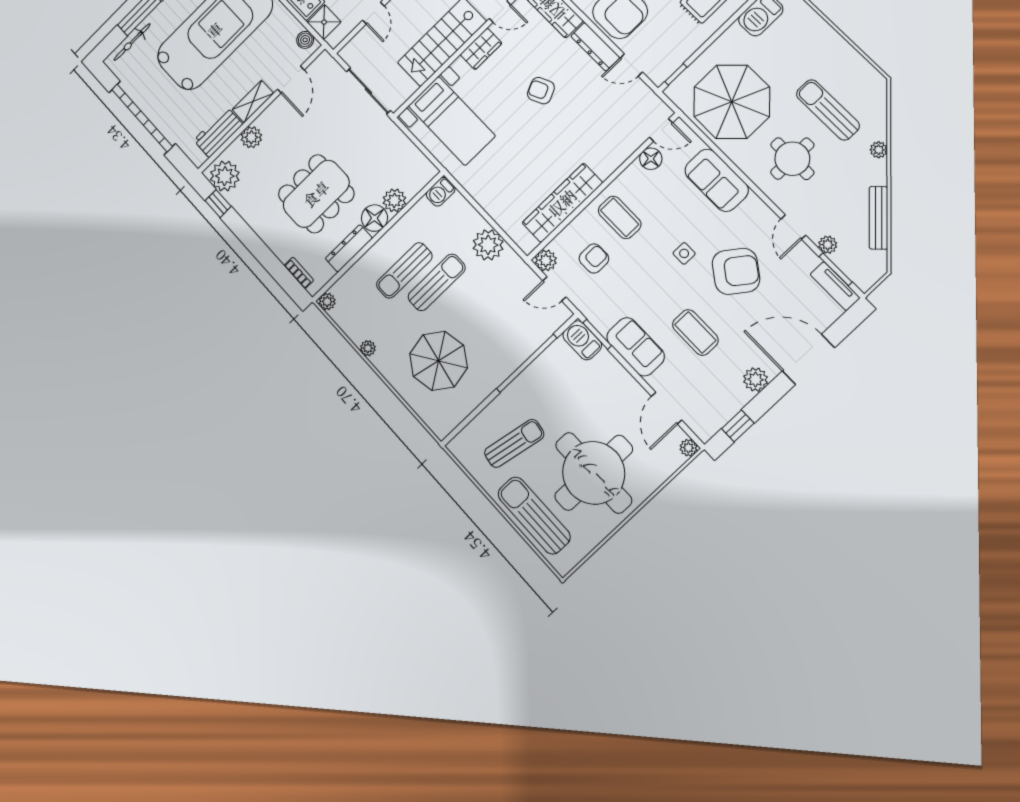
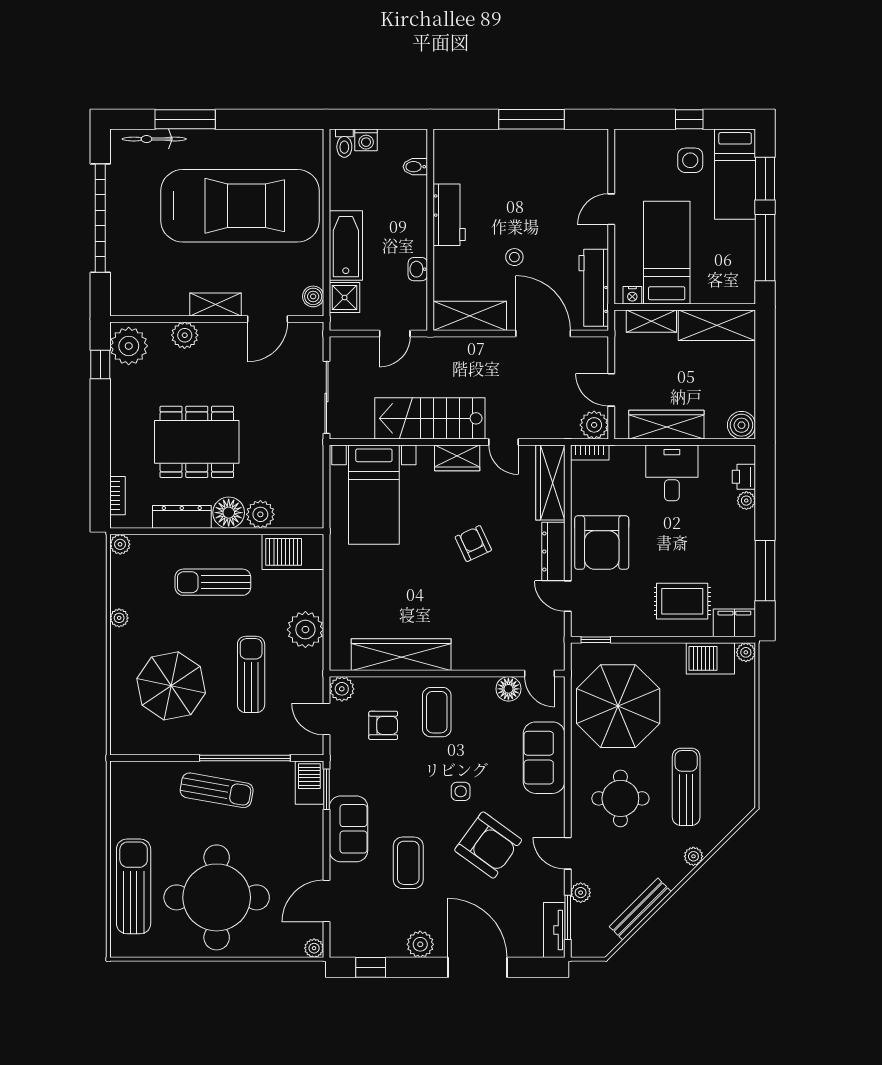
workbench: (218, 132) -> (159, 301), removed
barbecue: (441, 192) -> (293, 552), width x1.88, depth x1.53
door: (793, 227) -> (568, 853), hinge flipped
sun lounger: (437, 282) -> (251, 674), moved, turned -90
sun lounger: (514, 443) -> (217, 790), moved

